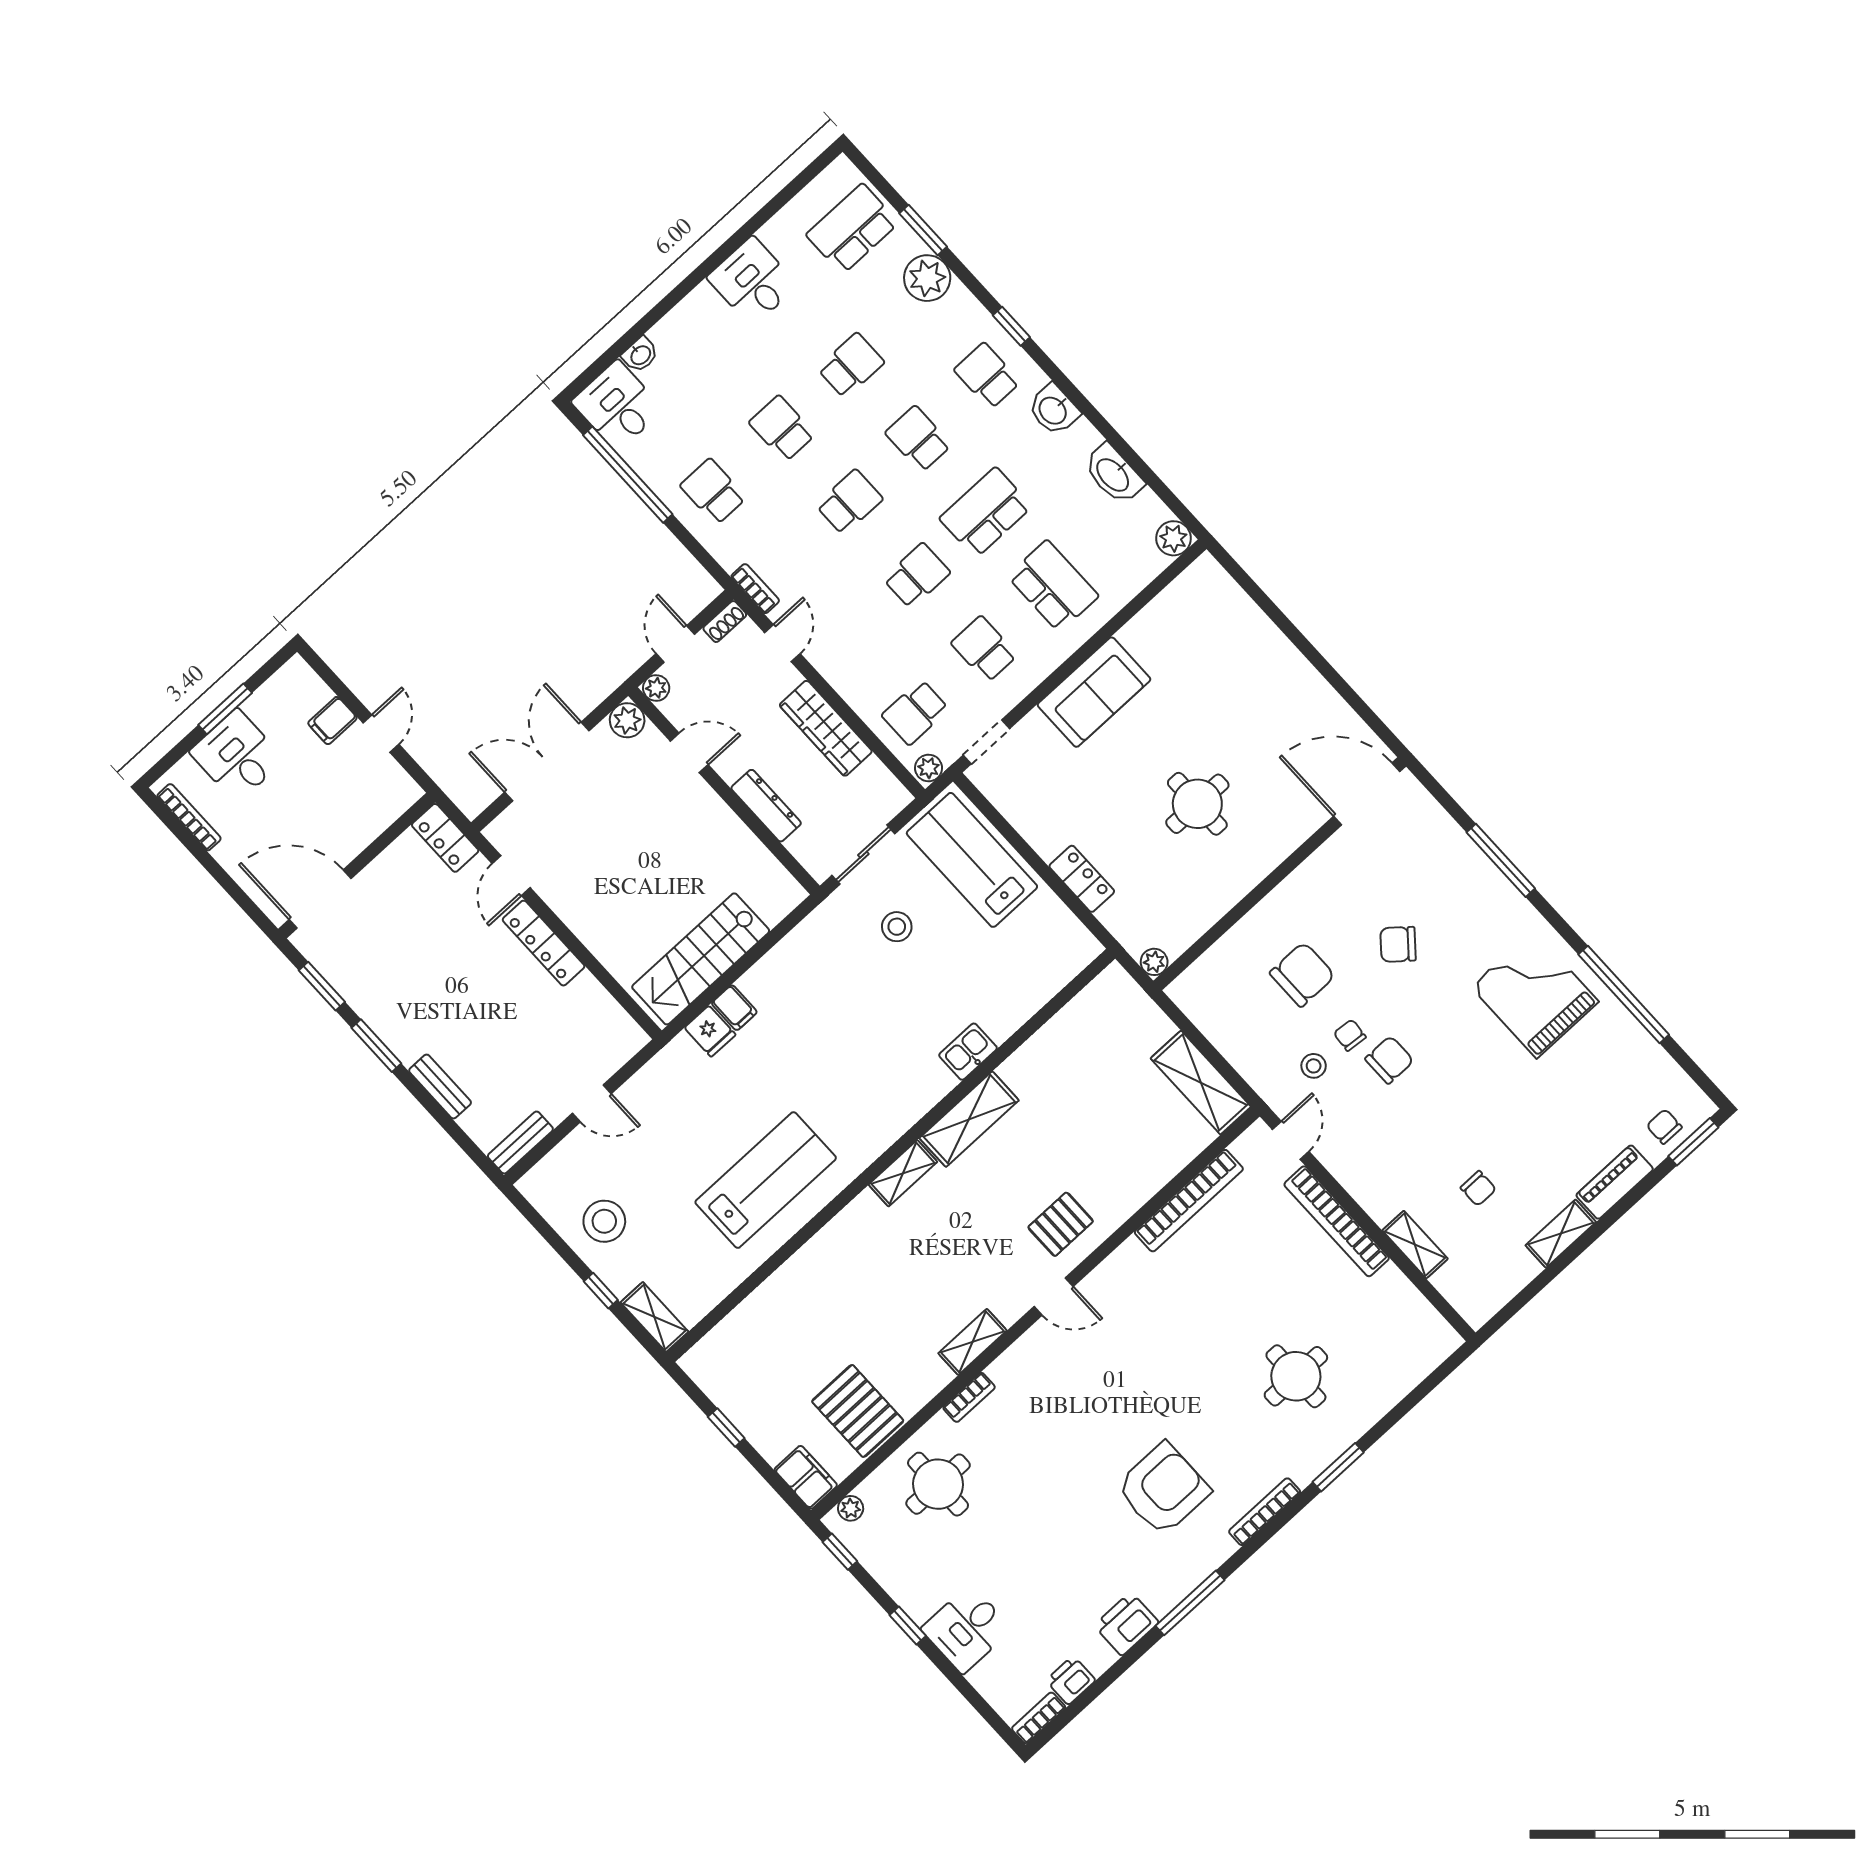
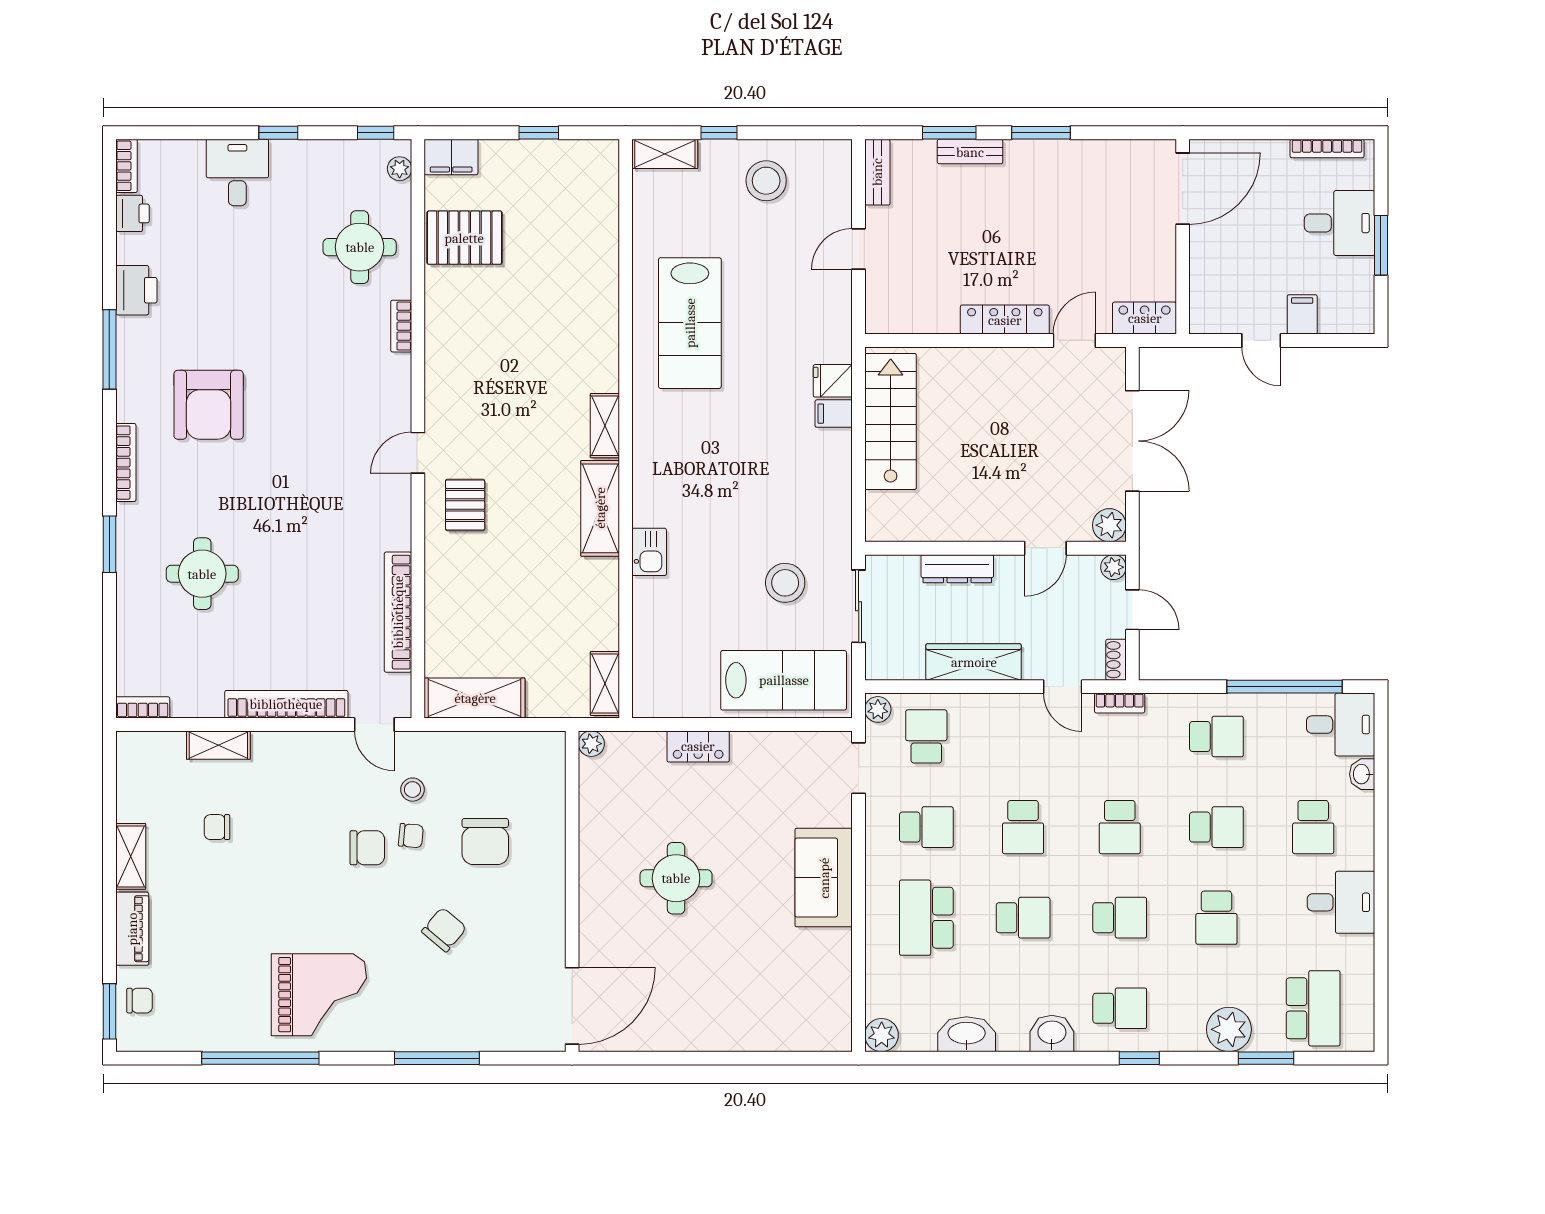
school desk: (715, 355) -> (1313, 827), added
school desk: (986, 512) -> (1023, 918), width x0.54
school desk: (1053, 586) -> (926, 918), turned 90
door: (511, 876) -> (1074, 340), hinge flipped
stool: (897, 927) -> (785, 583), width x1.38, depth x1.38
window: (322, 986) -> (949, 133), moved
chair: (1389, 1060) -> (367, 848), turned -90
bookcase: (1439, 1328) -> (143, 707), added
shelving: (973, 1342) -> (605, 684), moved

